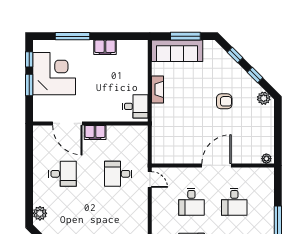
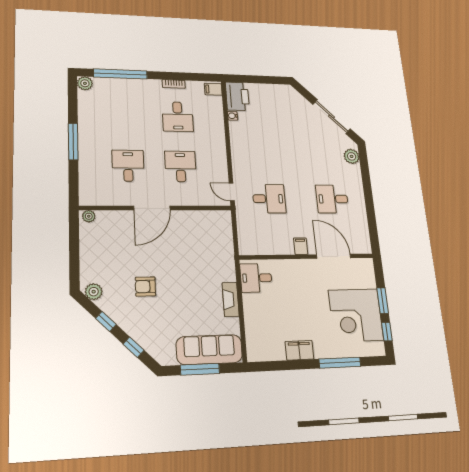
filing cabinet: (95, 132) -> (301, 246), width x0.50

